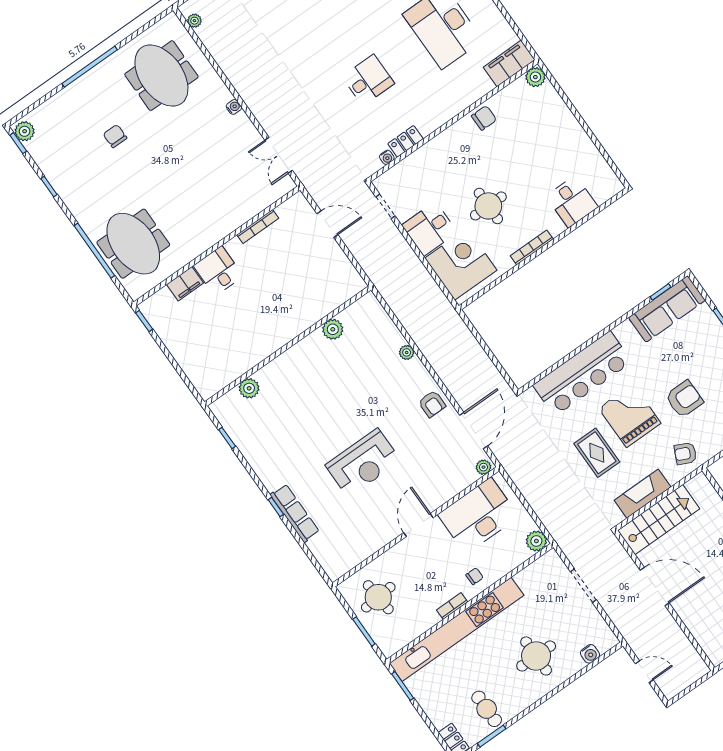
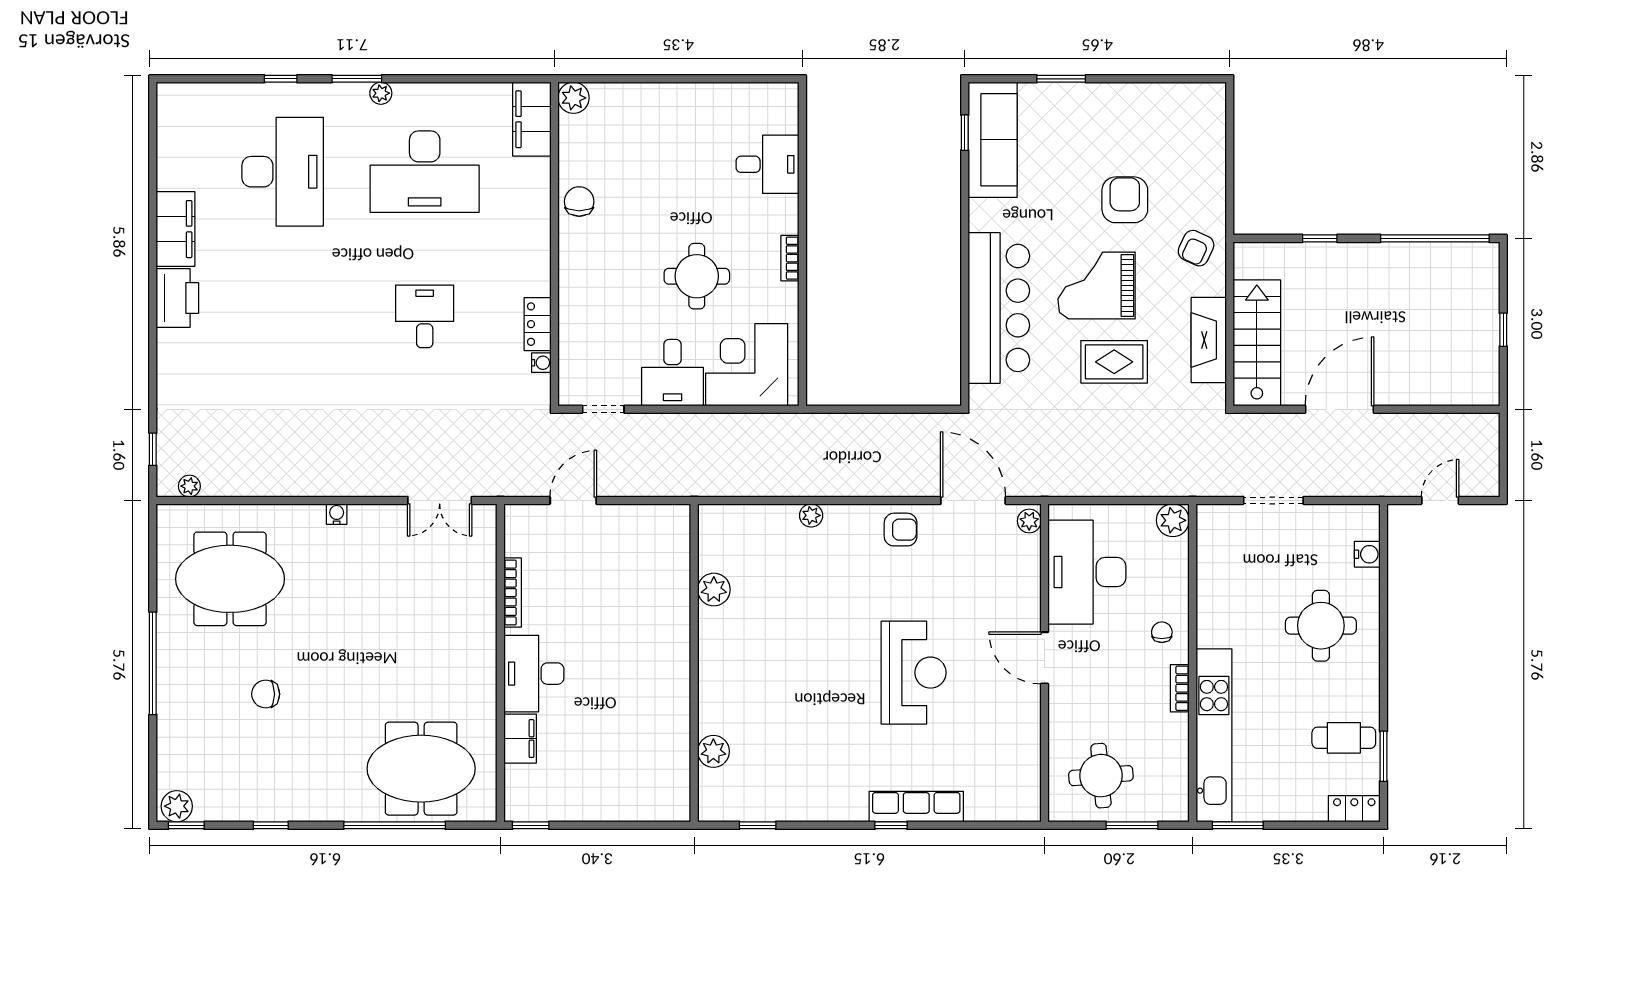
bookcase: (532, 247) -> (790, 258), width x0.64
desk: (218, 271) -> (534, 674), width x1.37
kitchen unit: (457, 629) -> (1214, 735), width x0.73

